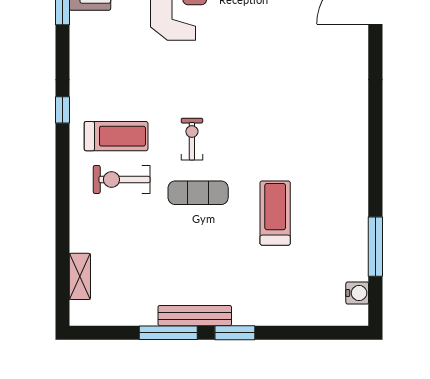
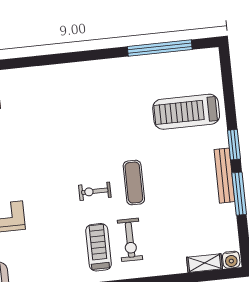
treadmill: (275, 213) -> (186, 112), moved, width x1.37, depth x1.38
window: (375, 247) -> (160, 48), width x1.46
water cooler: (357, 293) -> (231, 260), moved, turned 180

